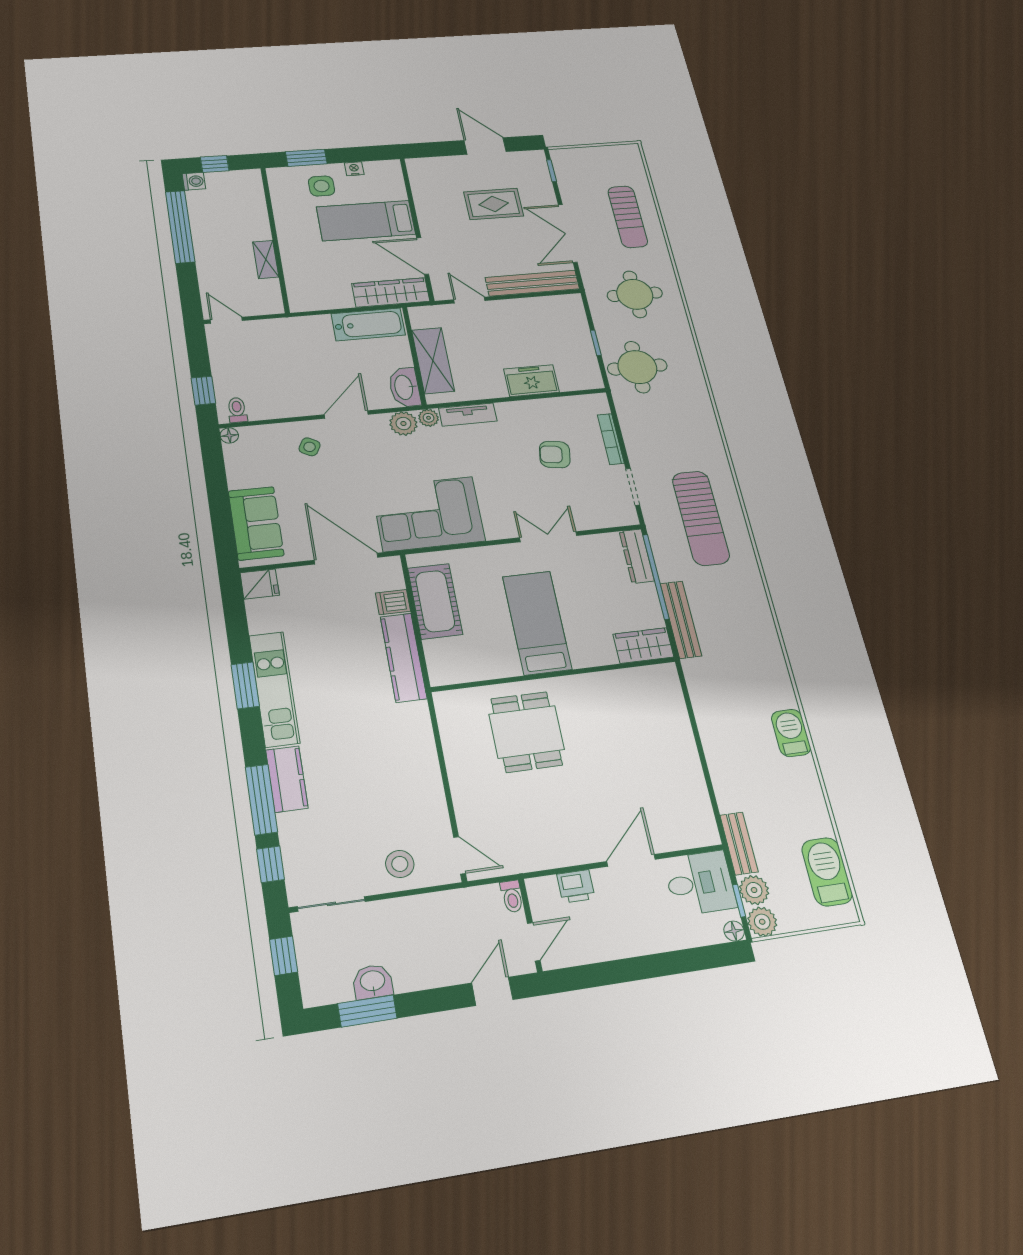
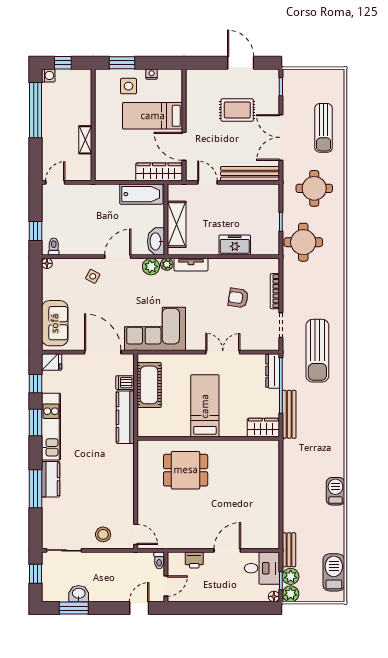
door: (226, 320) -> (55, 182), hinge flipped
dining table: (527, 732) -> (186, 470), turned 90
window: (271, 864) -> (36, 384), moved

